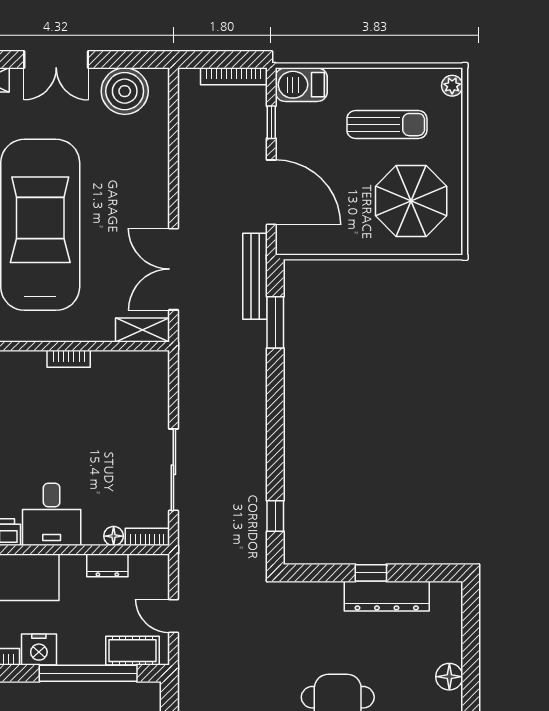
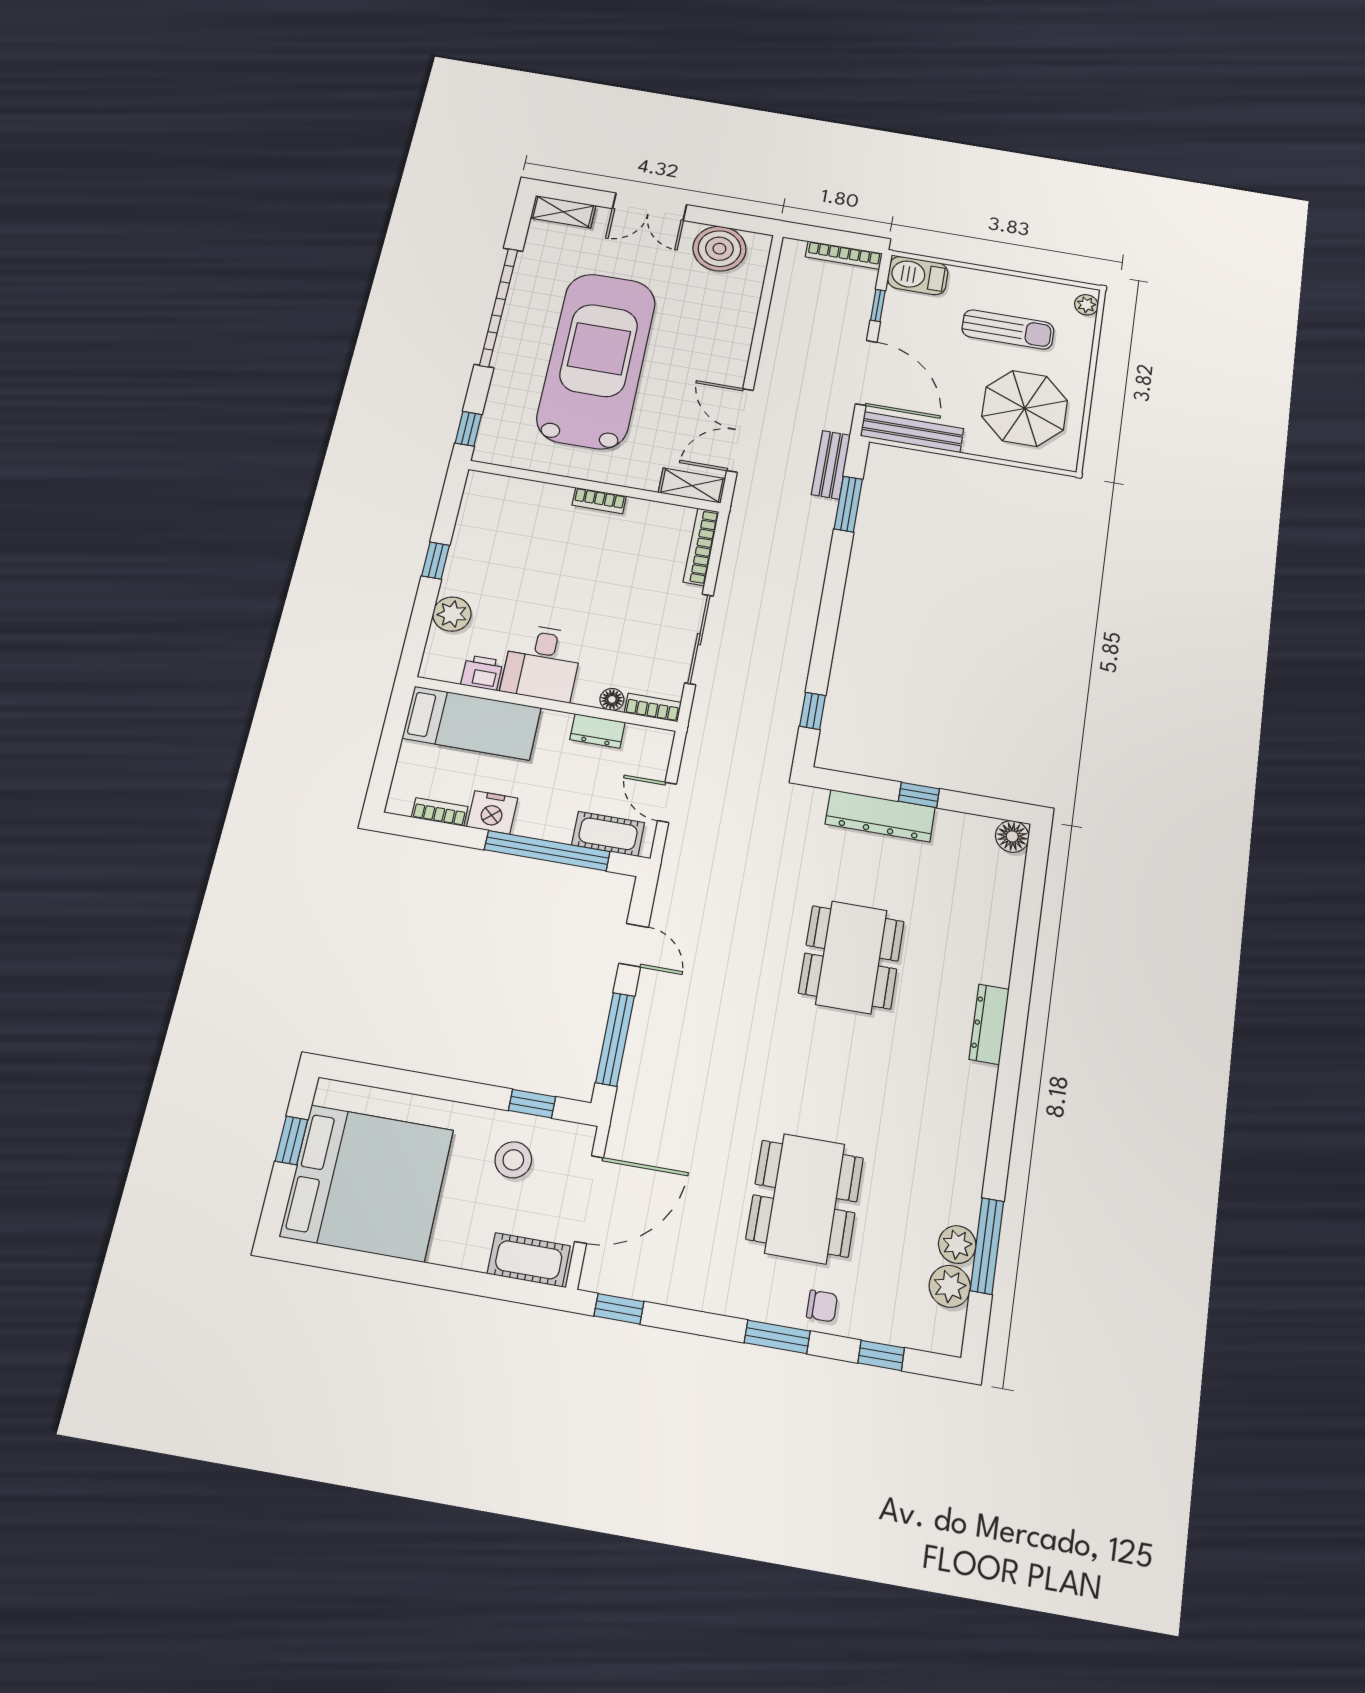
bench: (319, 243) -> (912, 432), added
bench: (255, 276) -> (831, 465), width x0.73
bookcase: (160, 386) -> (701, 547), added
dresser: (387, 596) -> (880, 816), moved
floor lamp: (449, 677) -> (1012, 836), moved

